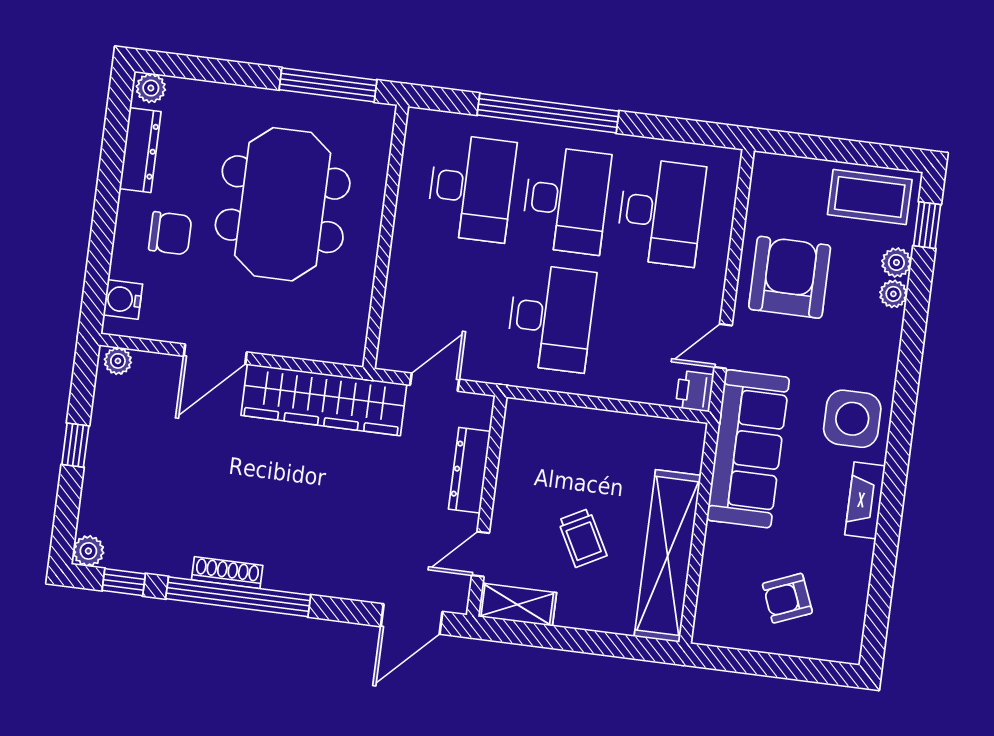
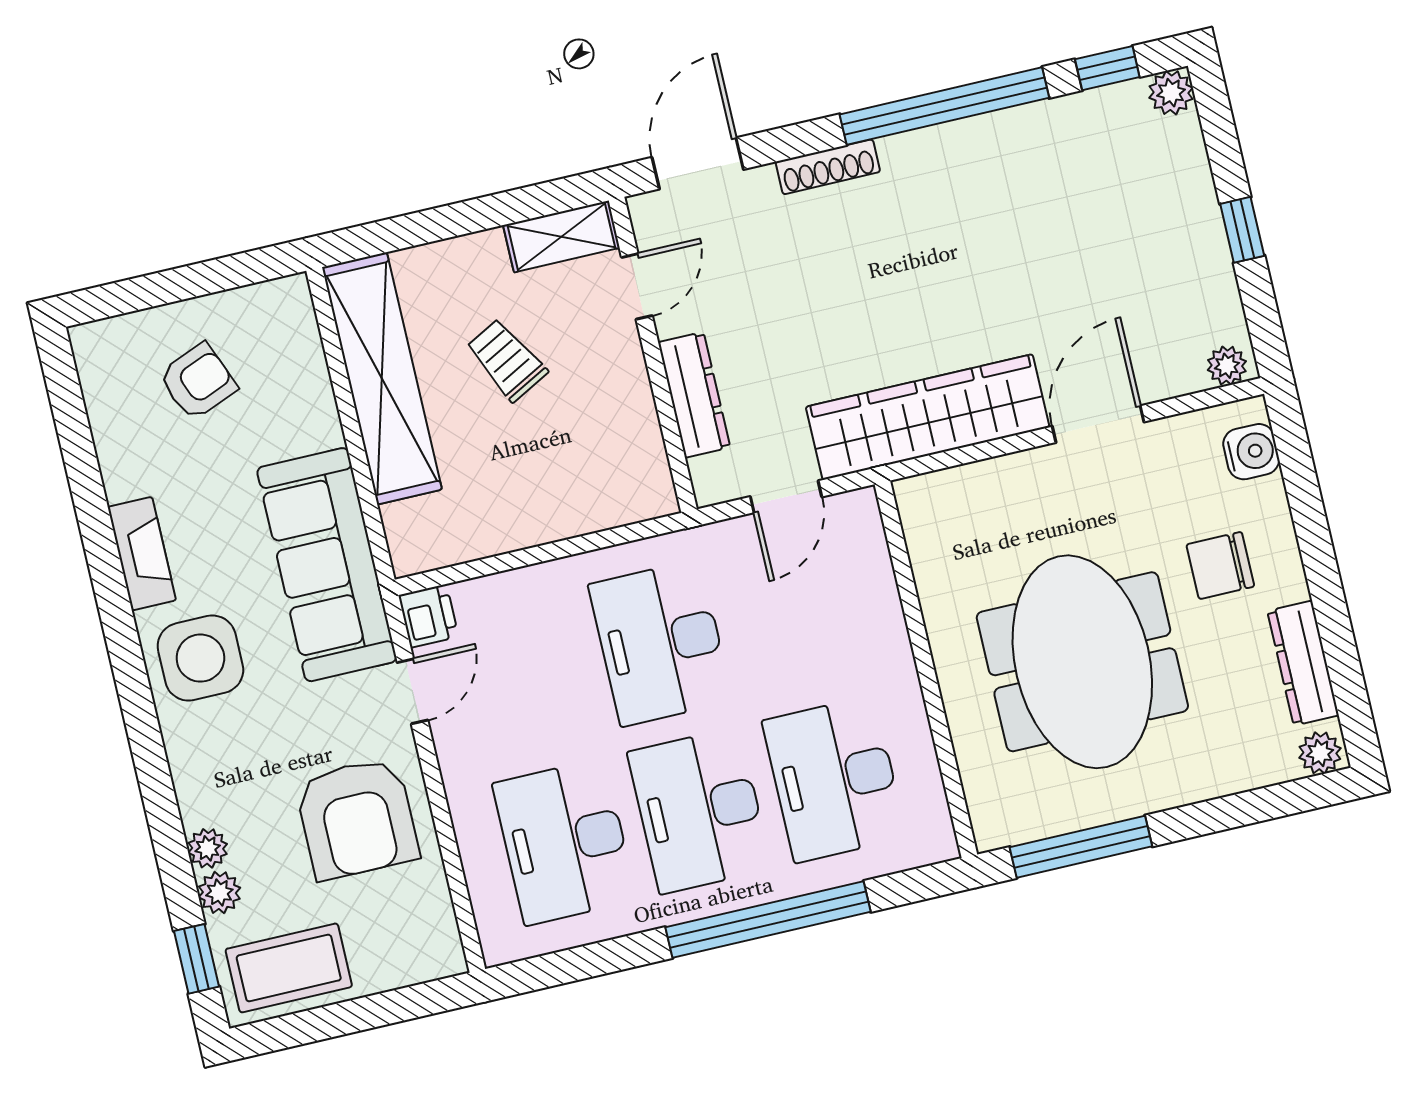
shoe rack: (227, 573) -> (828, 167), moved

